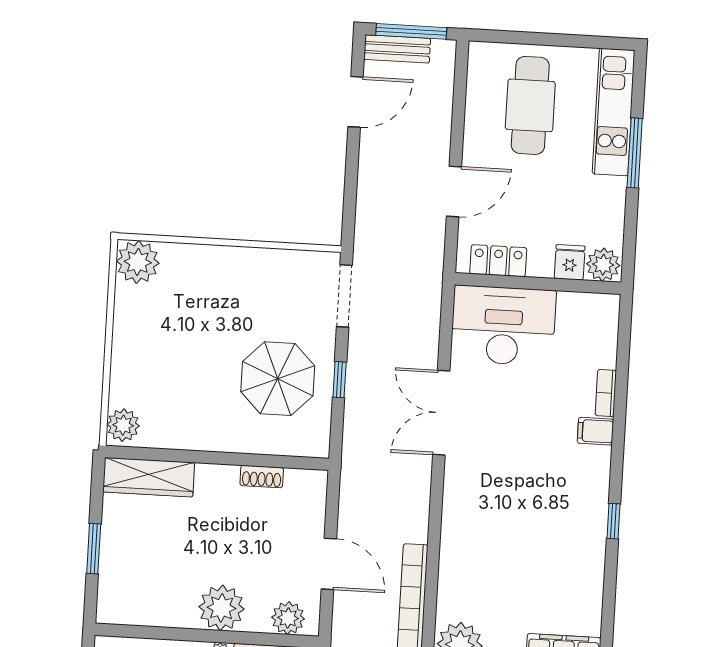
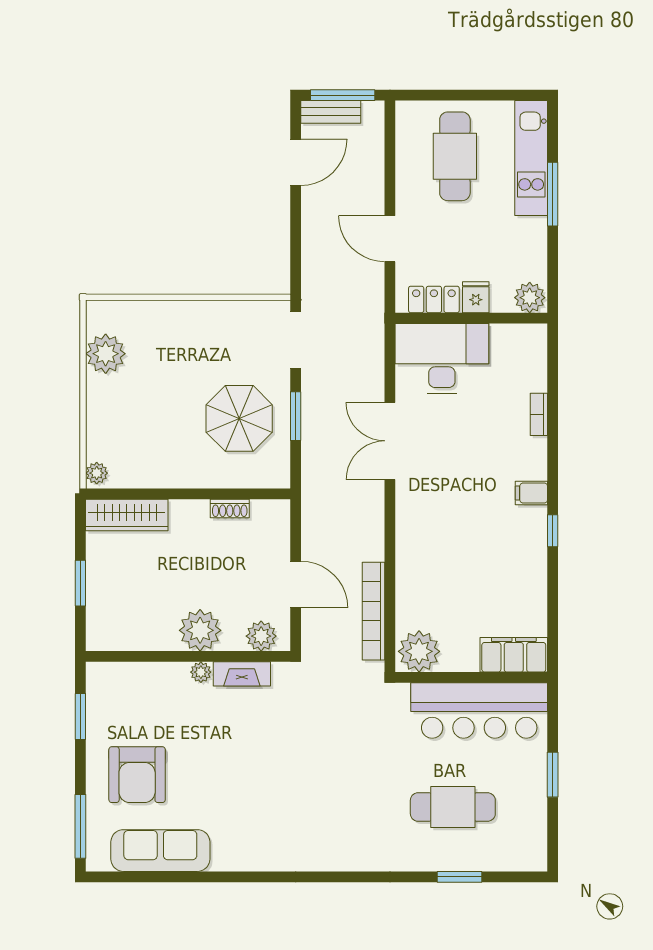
door: (454, 191) -> (390, 239), swing flipped
plant: (138, 262) -> (106, 354), moved
fridge: (570, 262) -> (476, 297), moved
window: (340, 380) -> (296, 416), width x1.50
plant: (123, 425) -> (97, 473), width x0.73, depth x0.73
filing cabinet: (595, 431) -> (531, 493), moved

